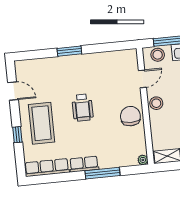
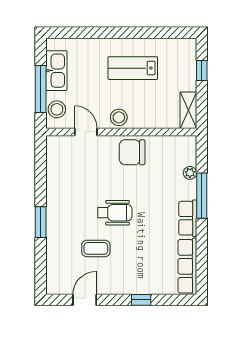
coffee table: (42, 123) -> (96, 248), moved, width x0.54, depth x0.58
plant: (143, 160) -> (190, 173), moved

